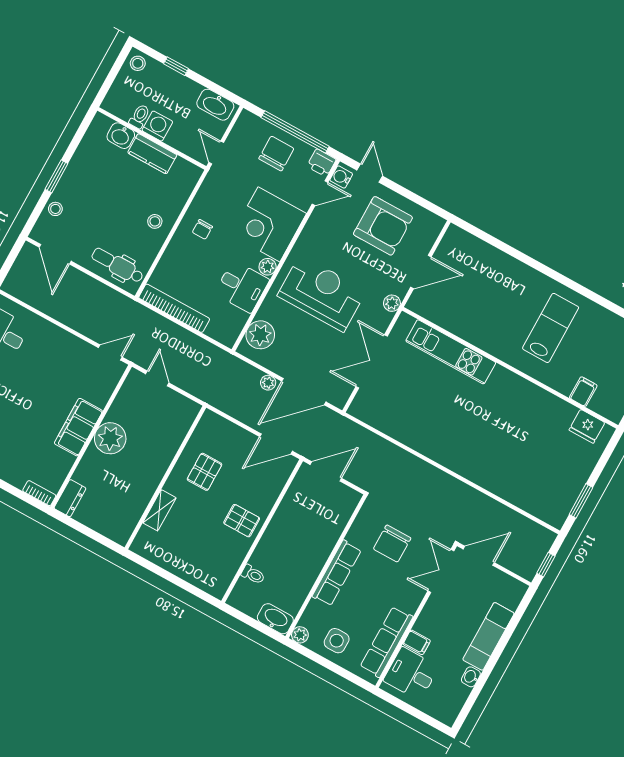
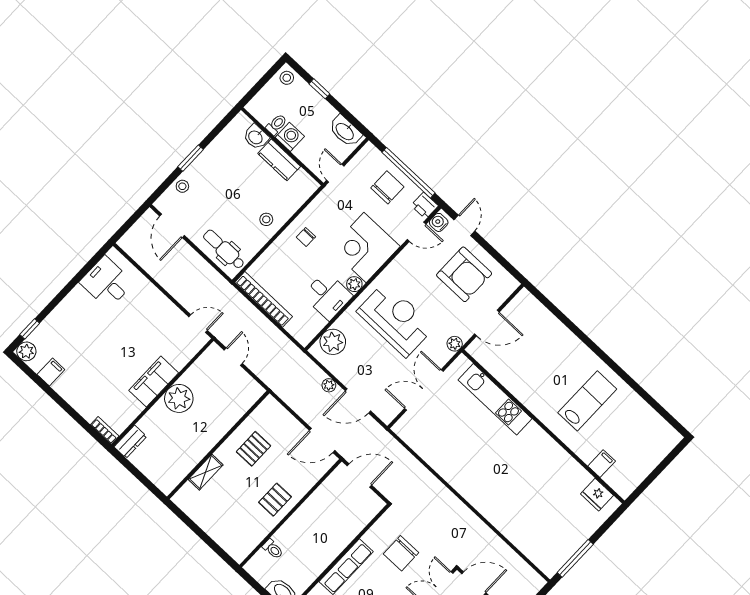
door: (304, 392) -> (358, 401), width x0.73
window: (581, 501) -> (575, 558), width x1.44
pallet: (242, 521) -> (275, 500), turned 90

